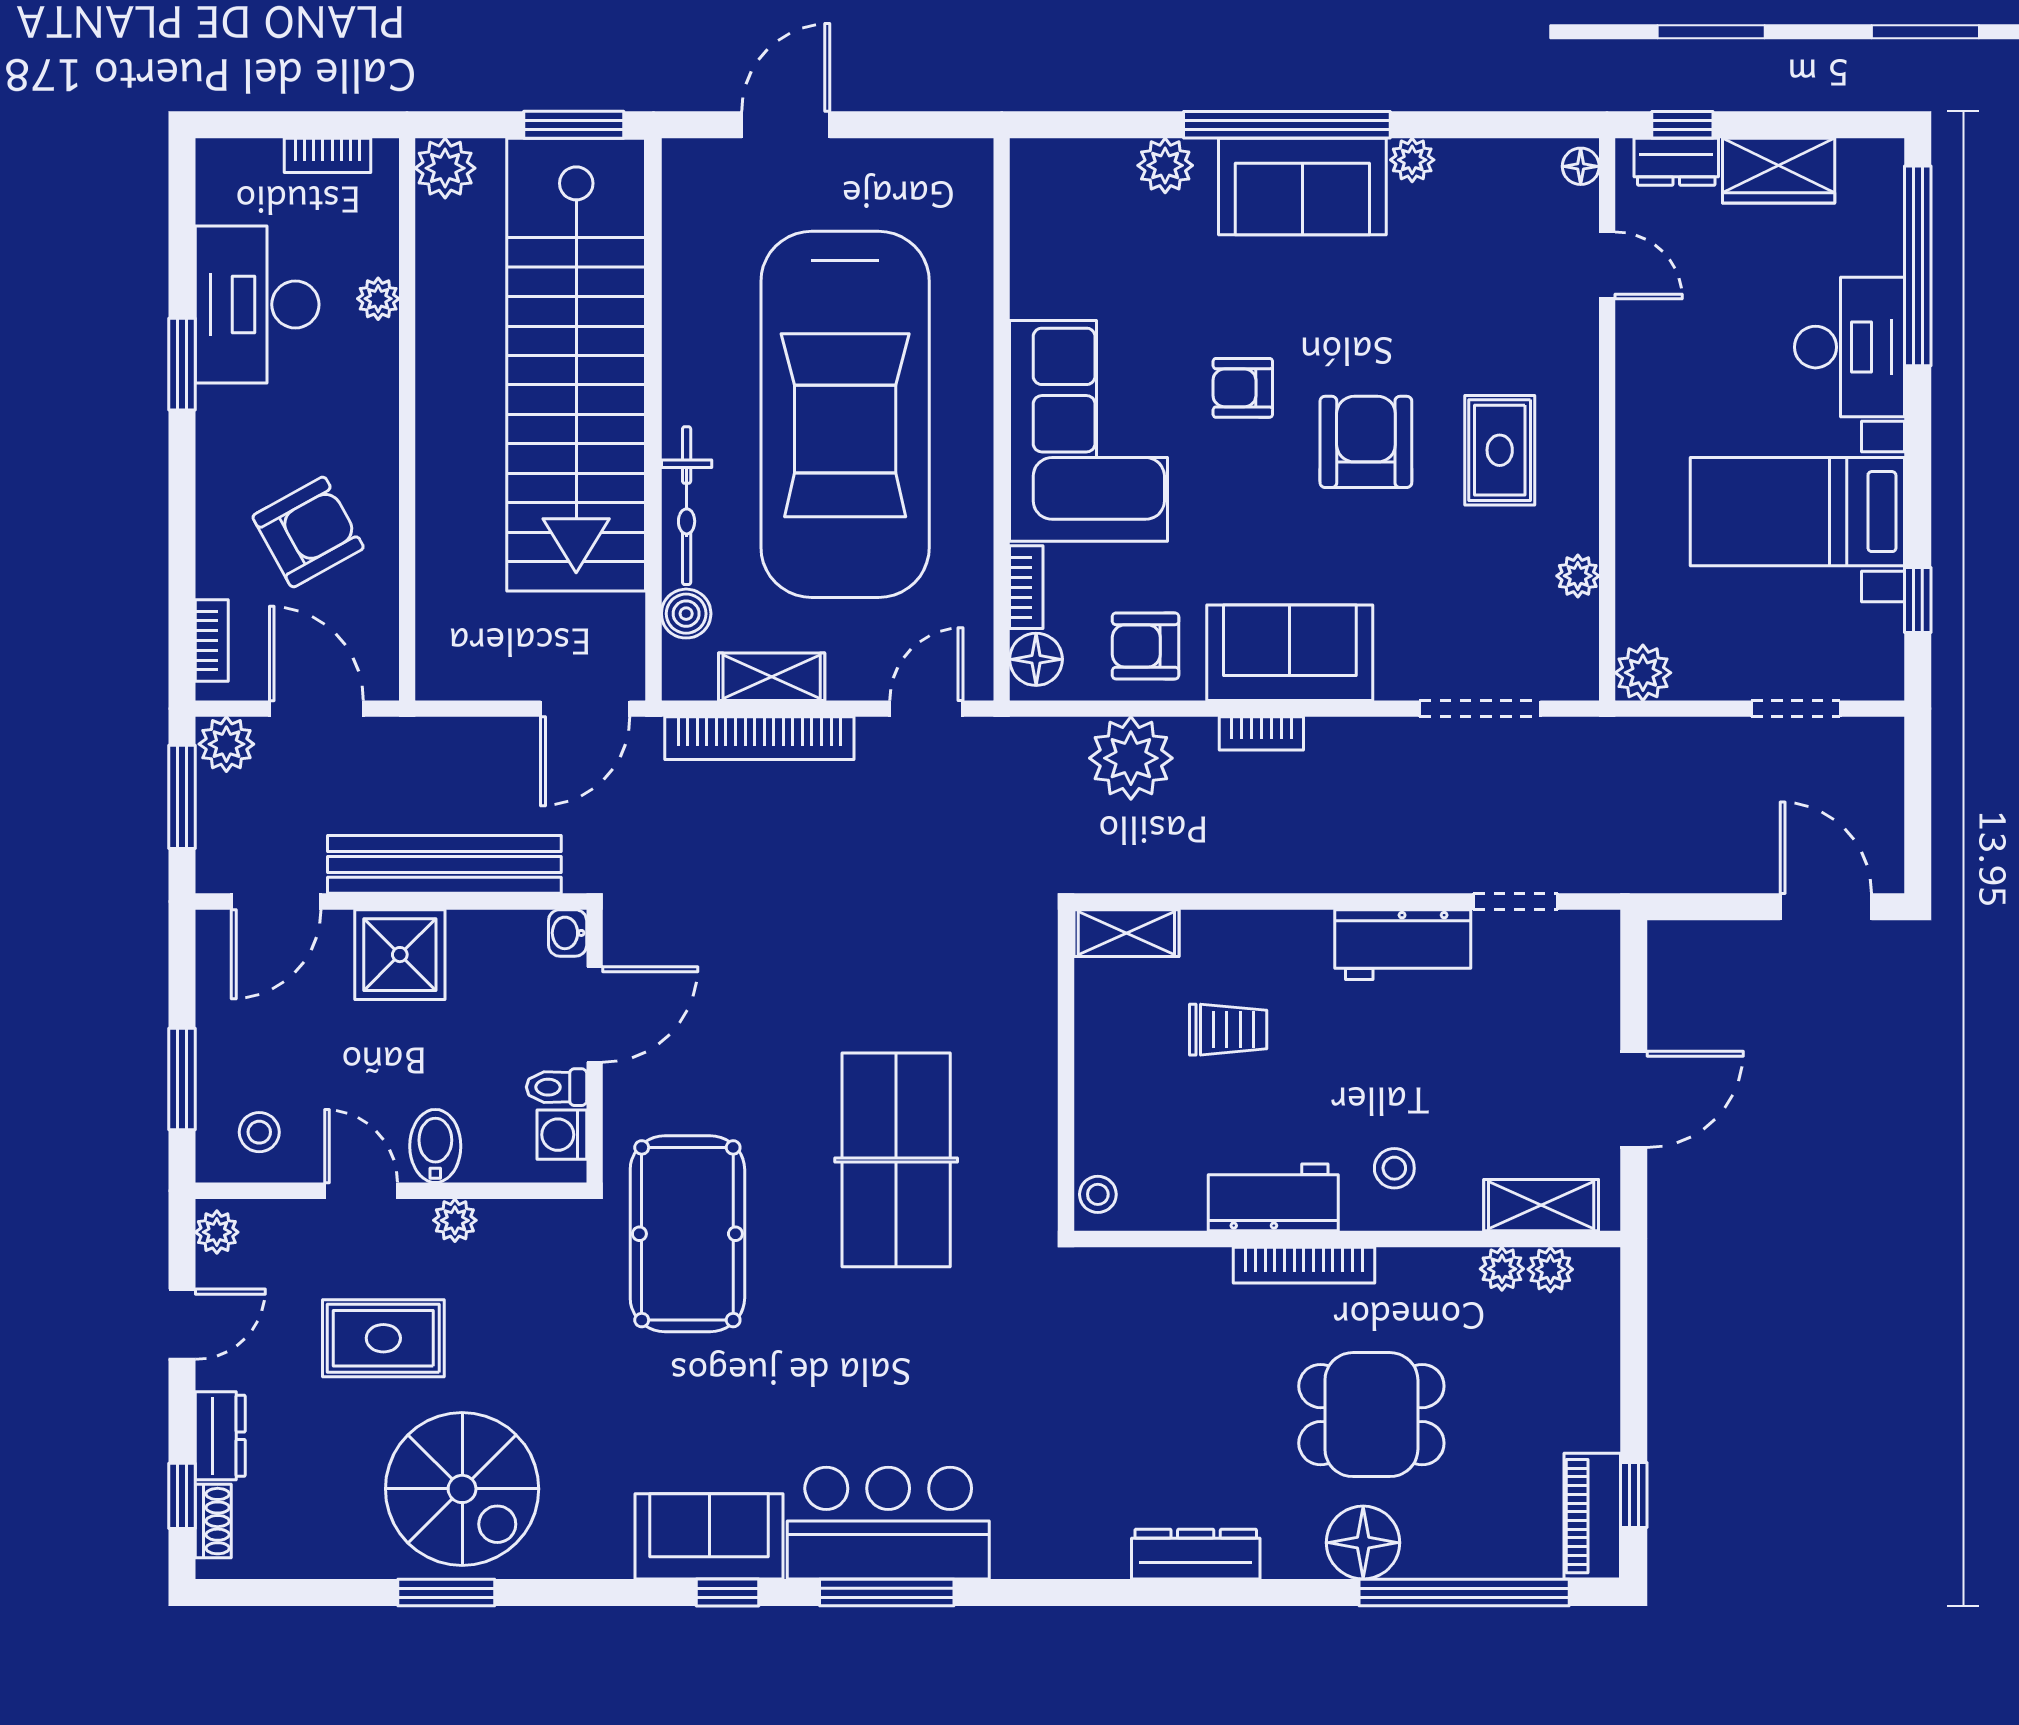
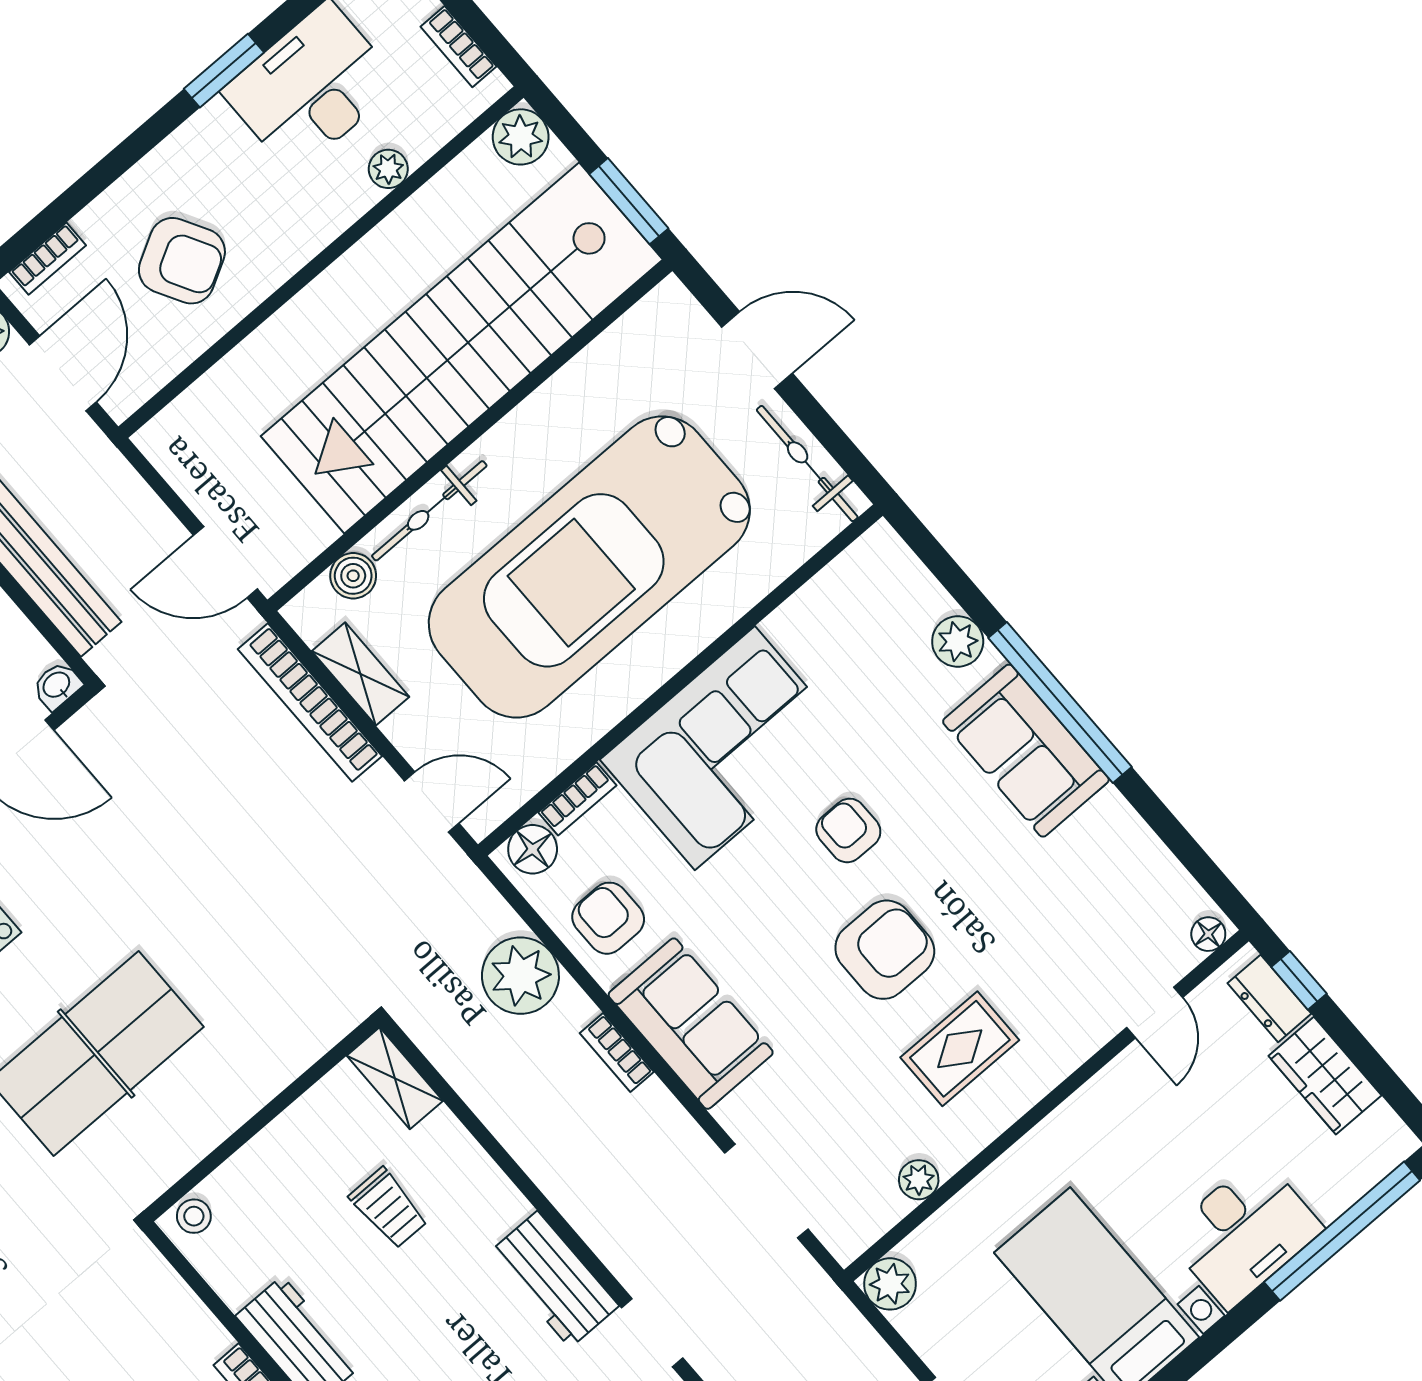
plant: (1412, 160) -> (1111, 812), removed
bicycle: (914, 163) -> (807, 464), added

